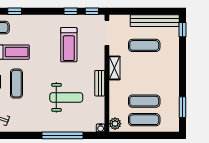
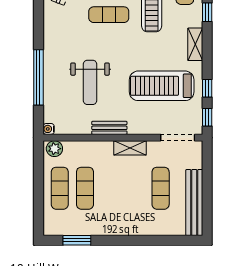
shelving: (38, 20) -> (195, 44), added
window: (183, 30) -> (182, 240), removed
treadmill: (69, 45) -> (162, 86), width x1.37, depth x1.38

